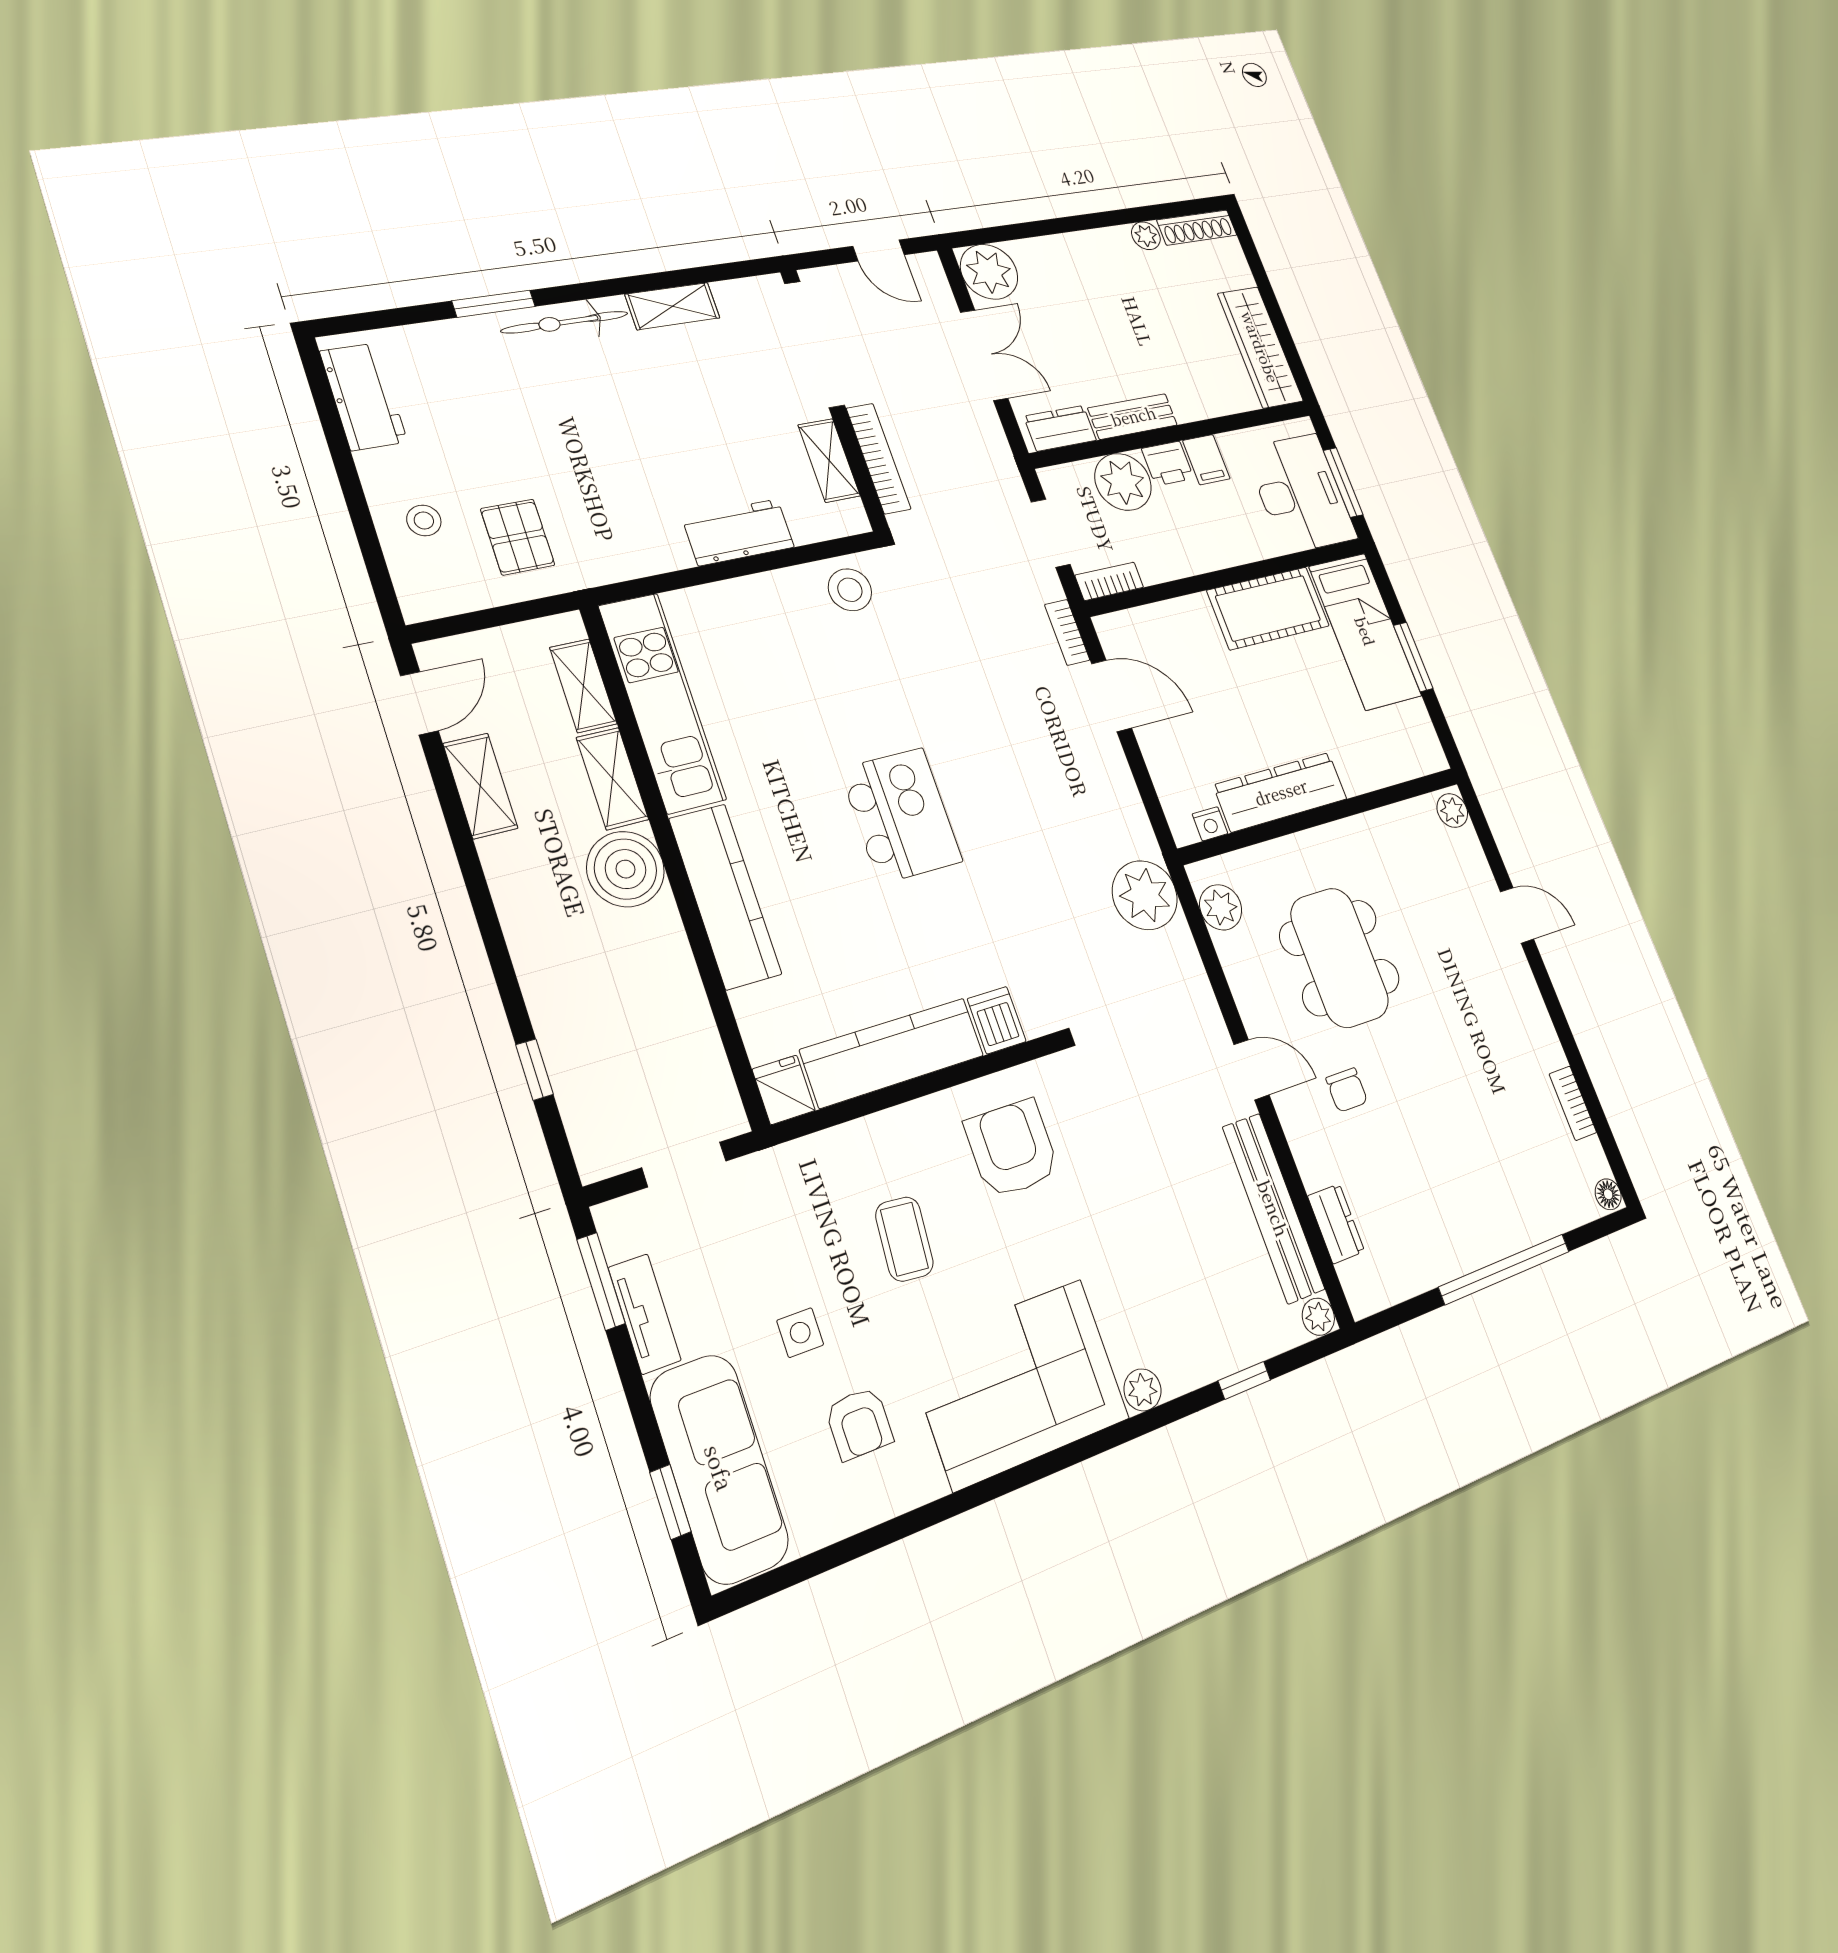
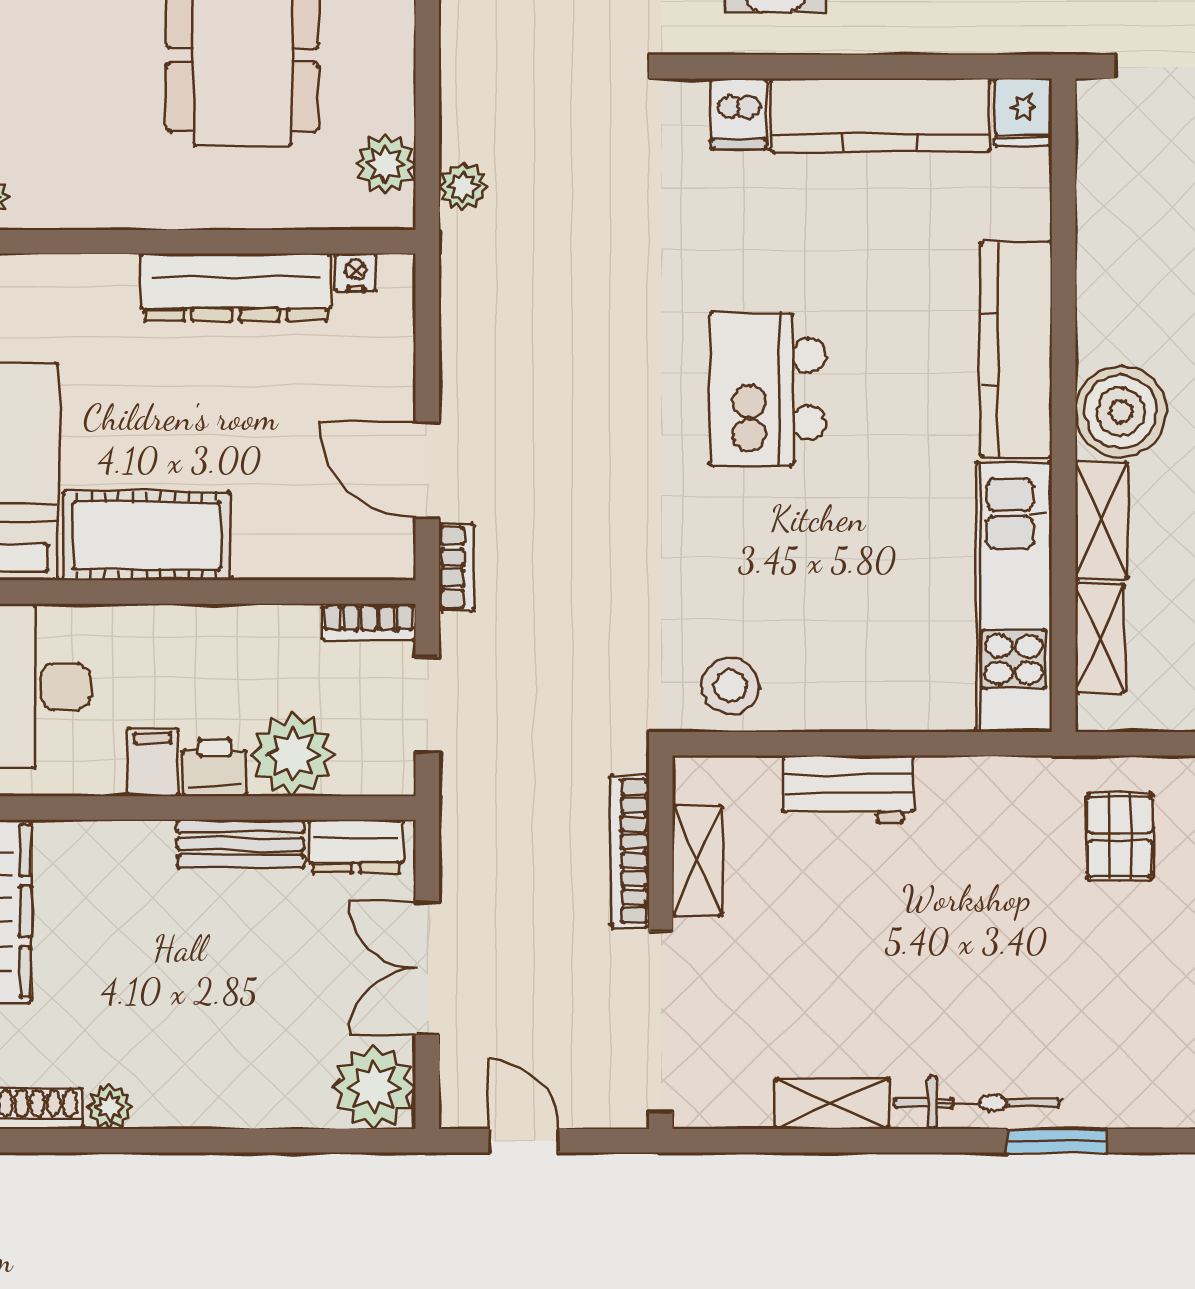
plant: (1145, 895) -> (463, 187), width x0.53, depth x0.53

